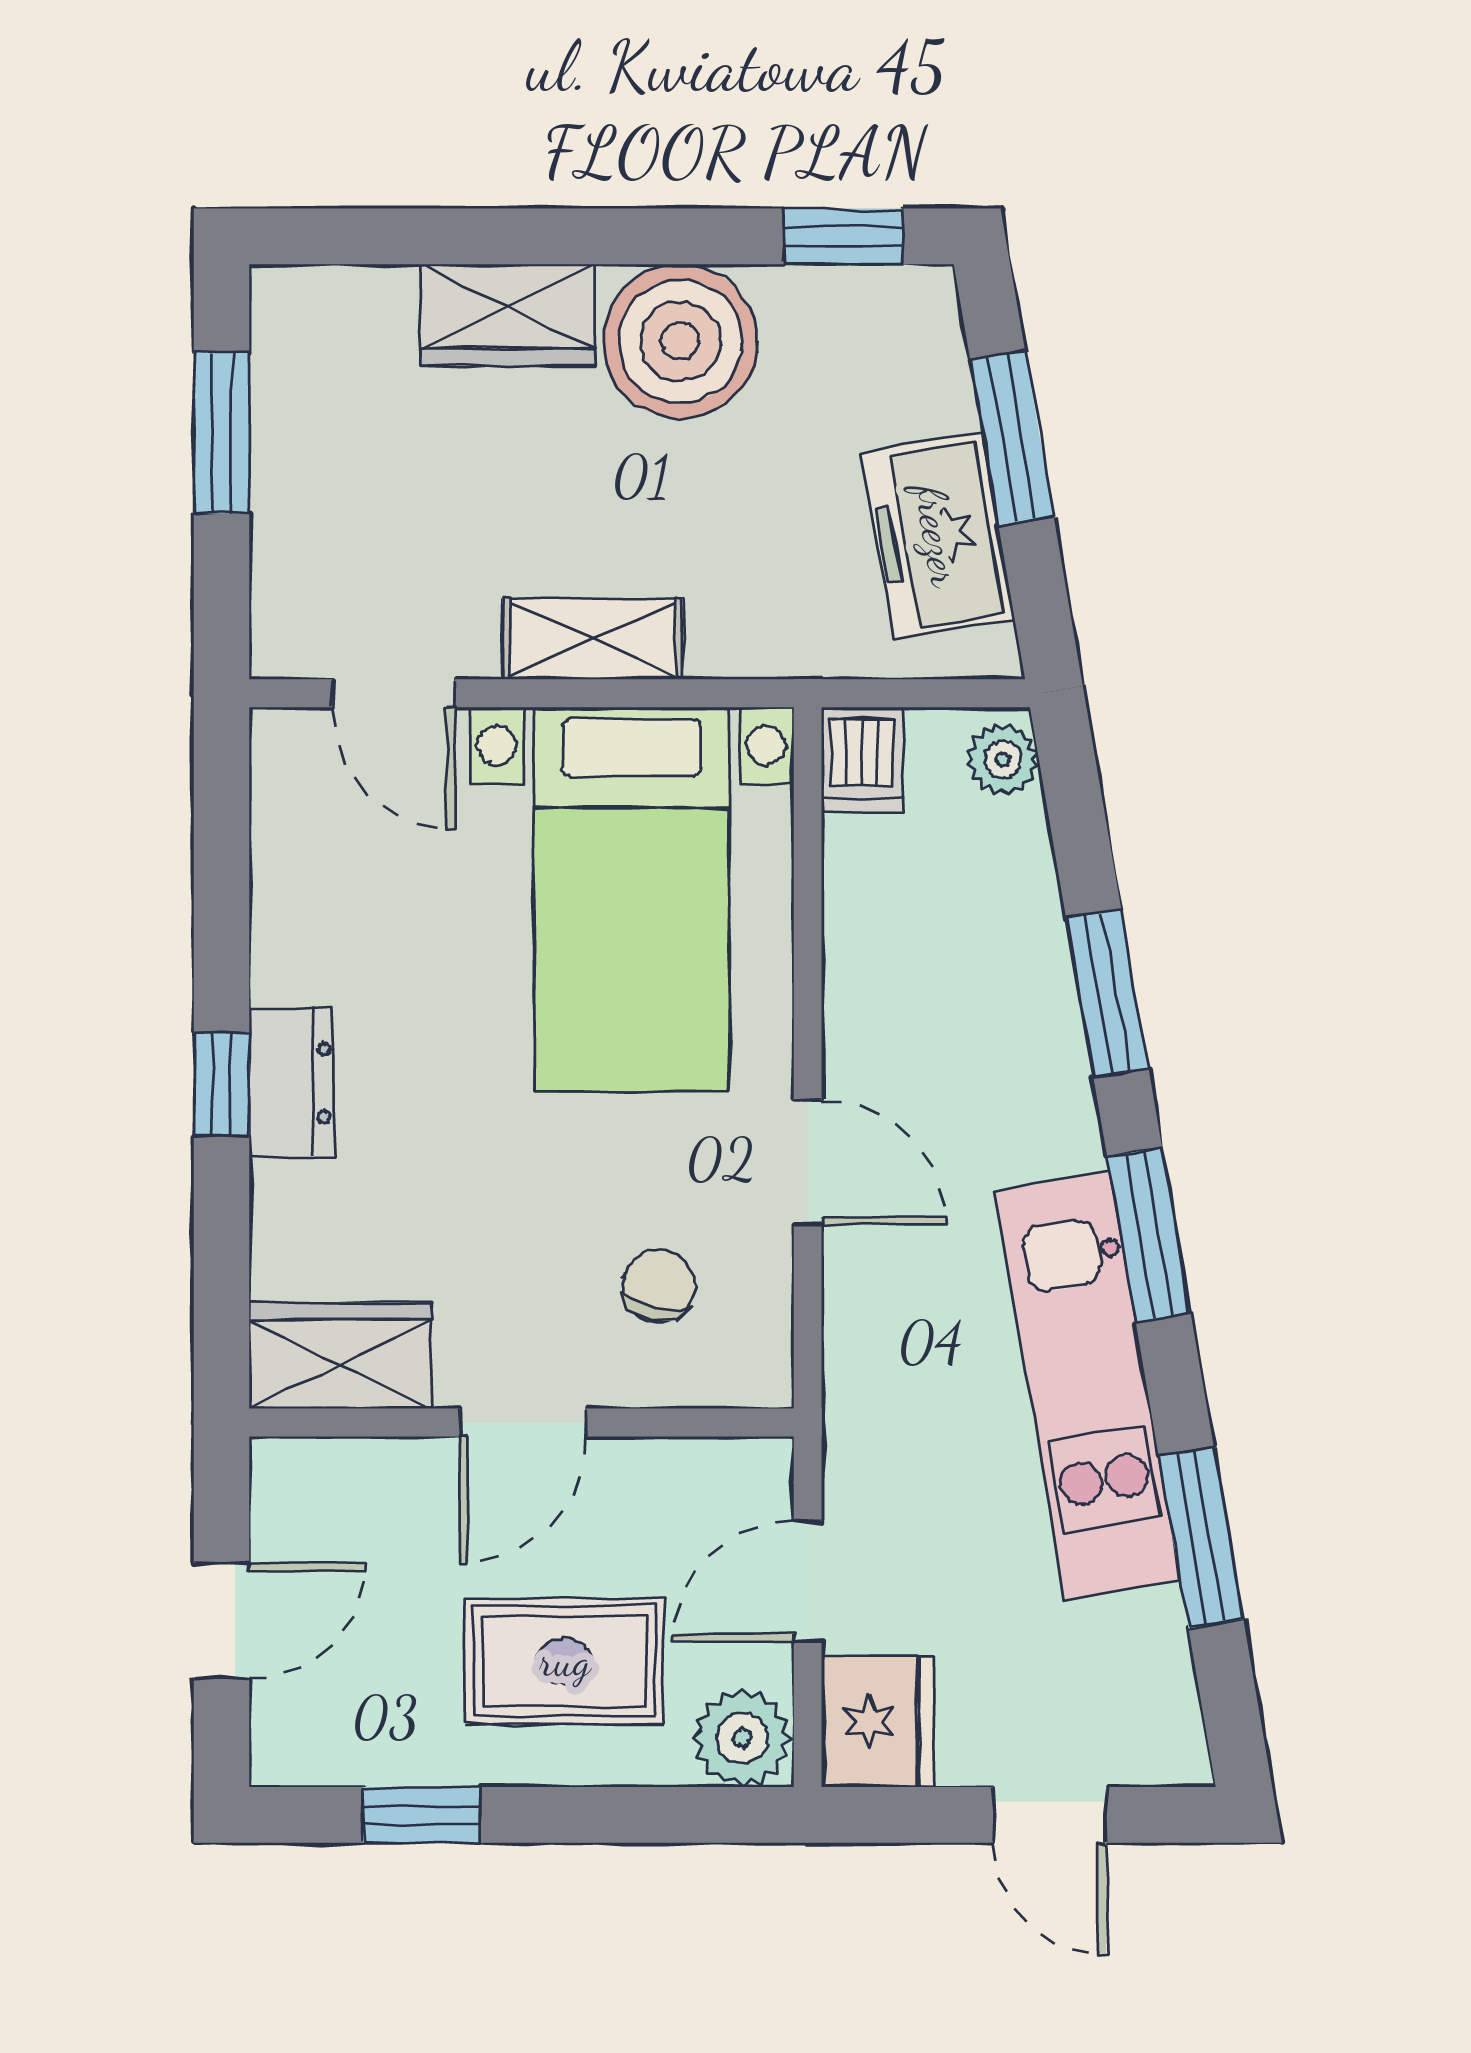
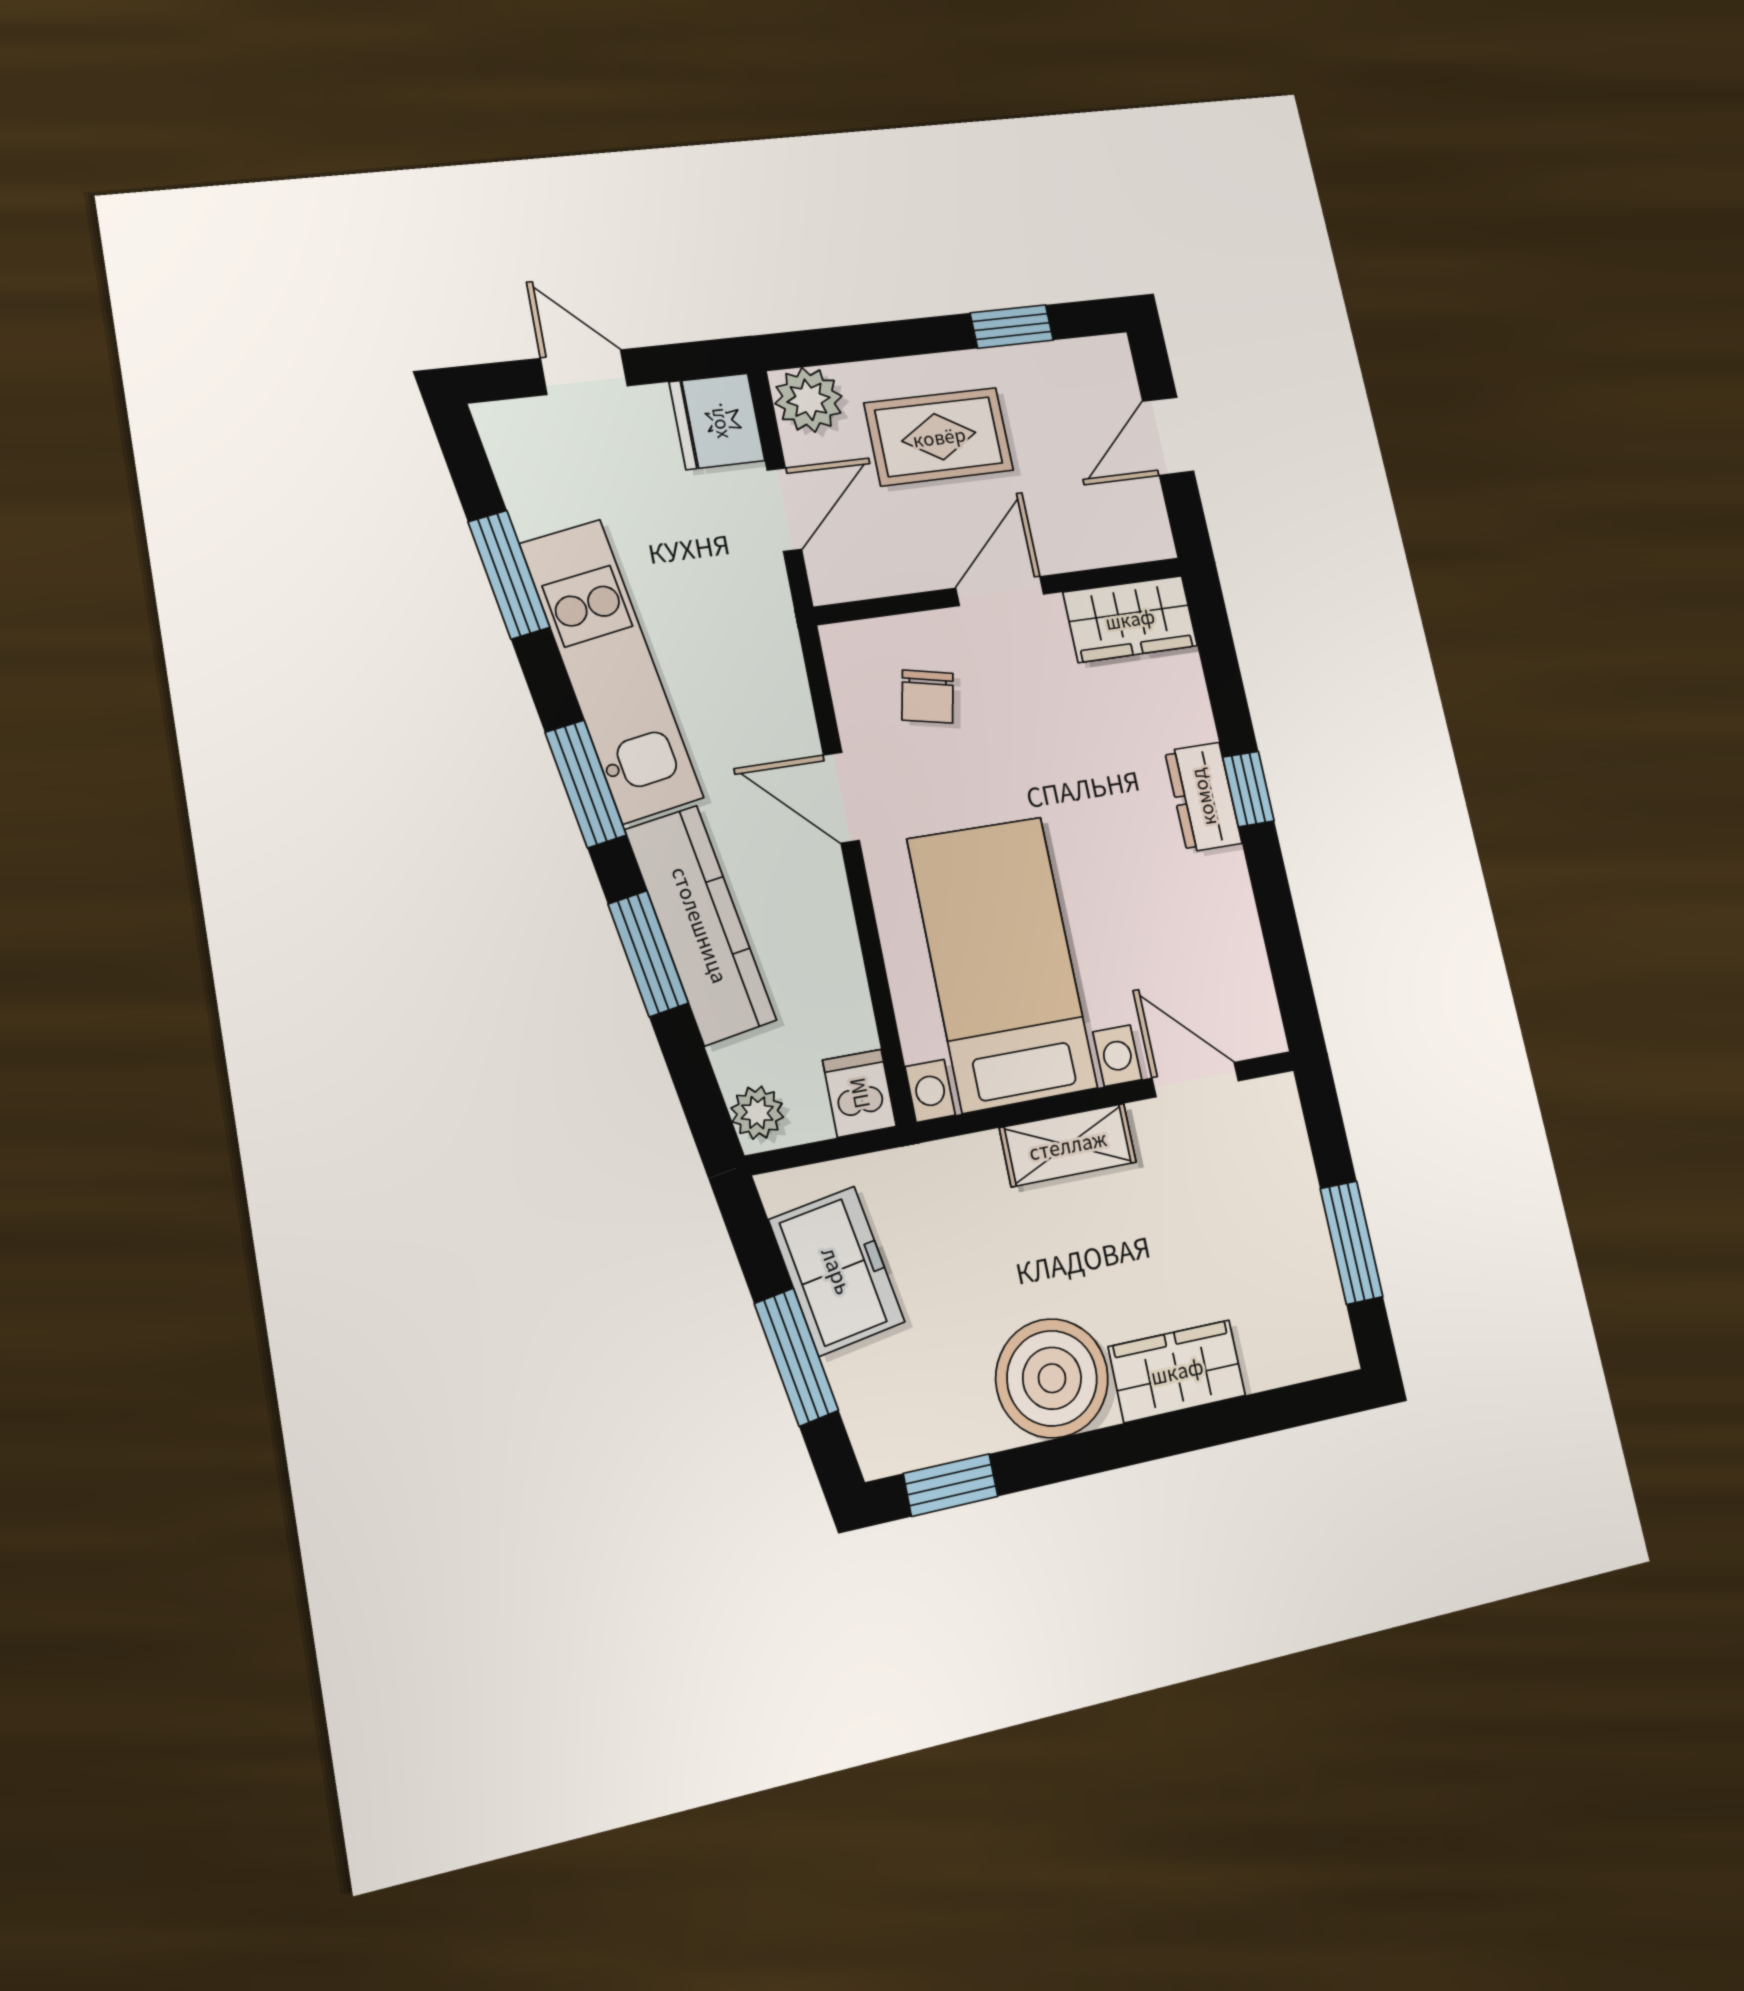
kitchen counter: (1031, 1020) -> (700, 925), added

